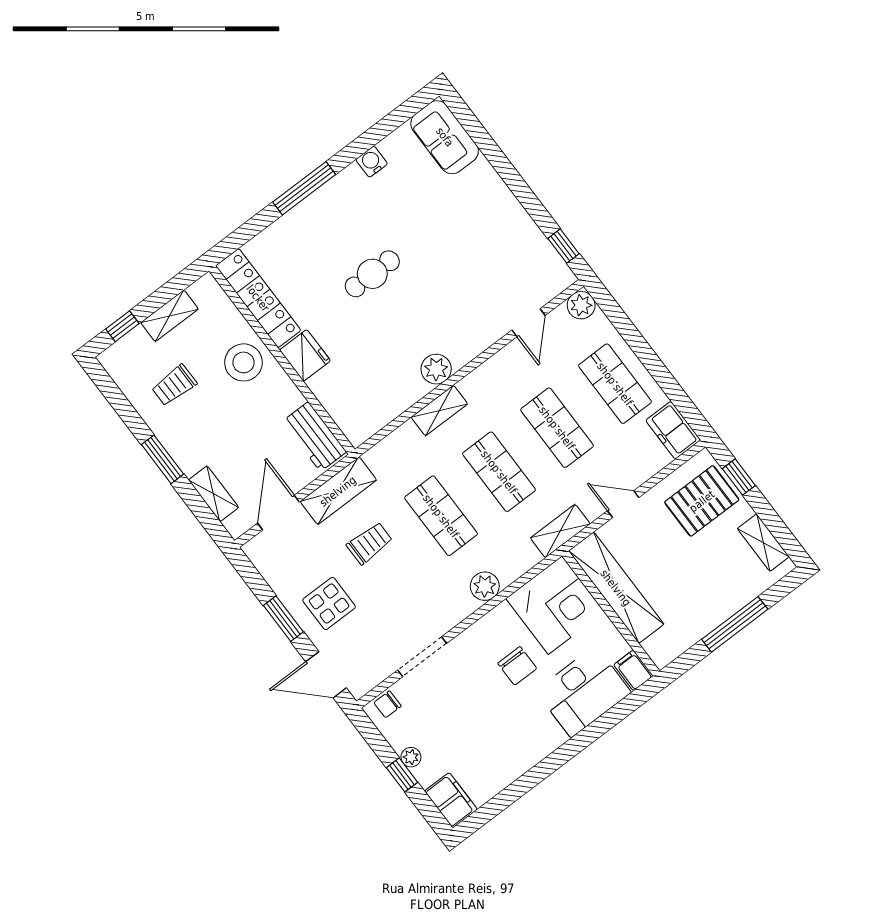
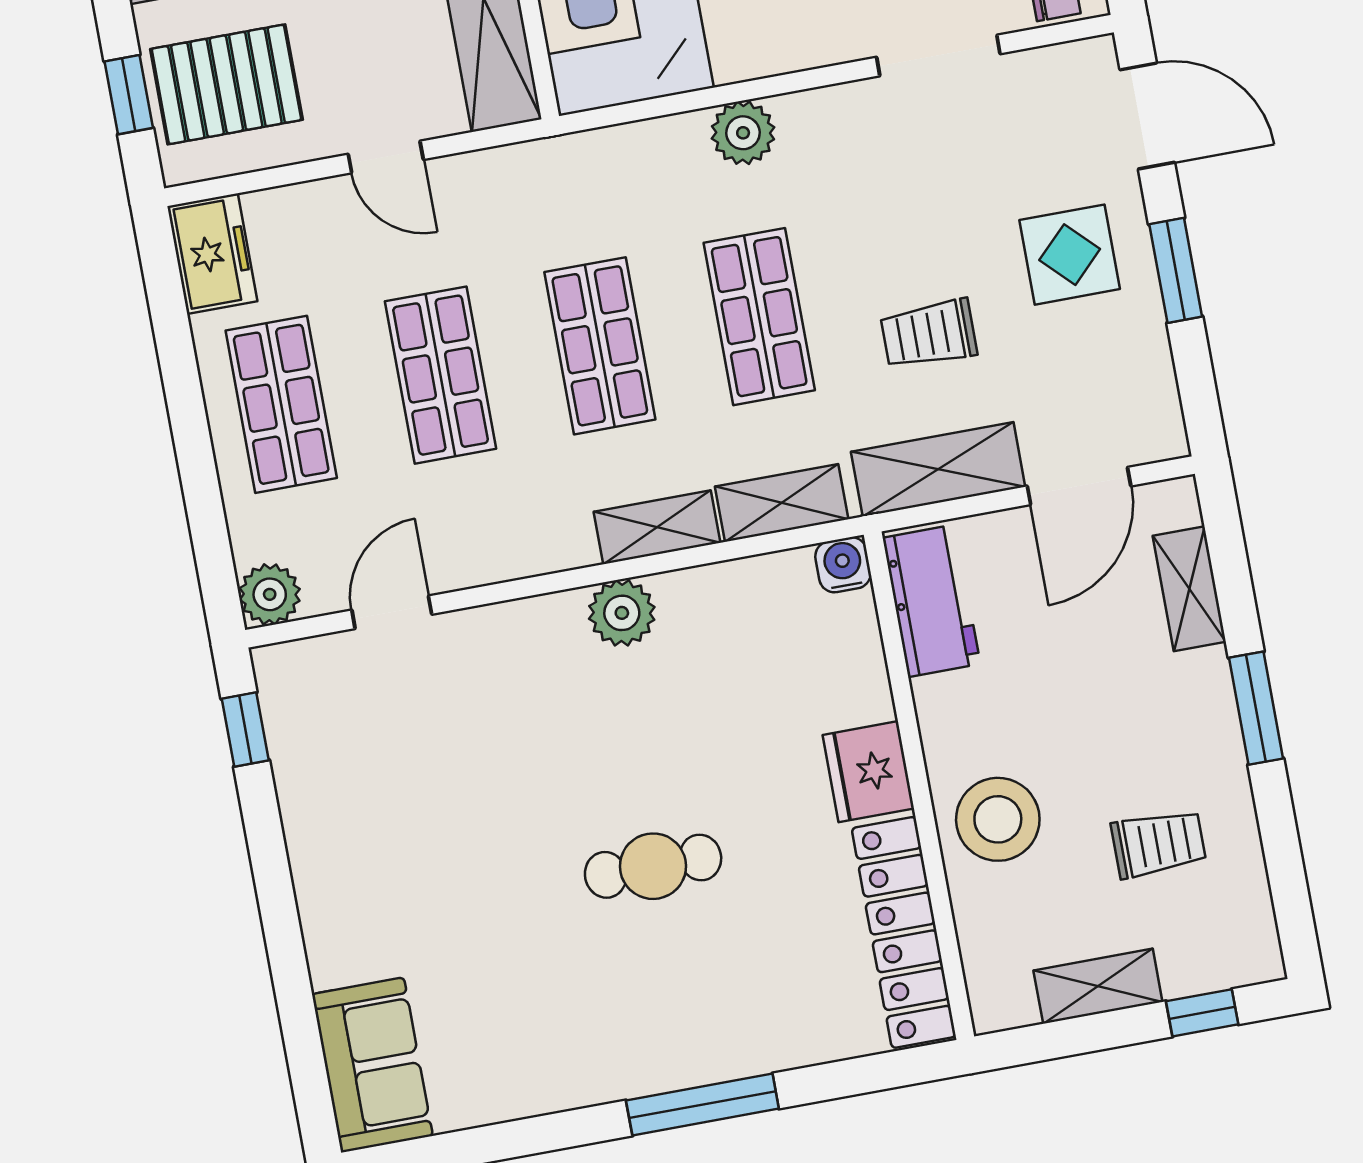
water cooler: (372, 162) -> (843, 565), moved, turned 180
shelving: (560, 531) -> (782, 503), moved

